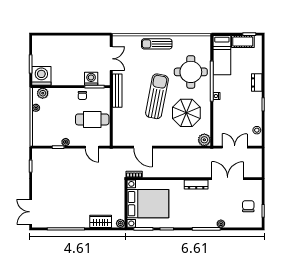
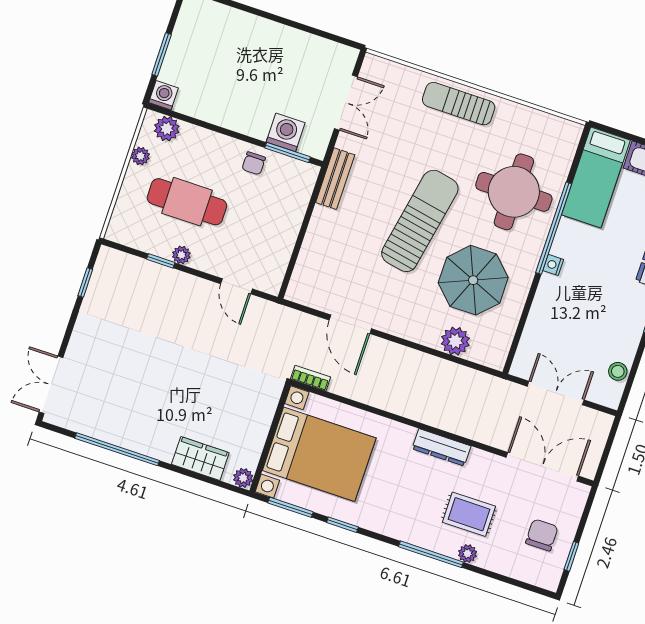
washing machine: (41, 76) -> (163, 95), width x0.53, depth x0.53
bench: (117, 91) -> (335, 179), width x0.73
cafe table: (92, 119) -> (187, 202), moved
plant: (204, 140) -> (455, 341), moved
double door: (228, 179) -> (542, 467), moved
rug: (216, 208) -> (469, 514), added

